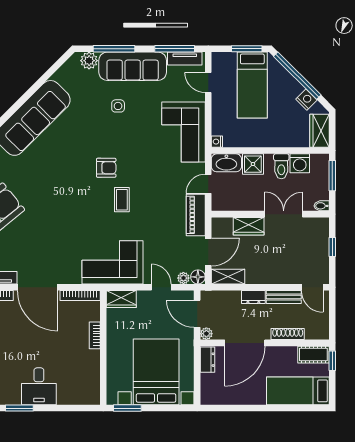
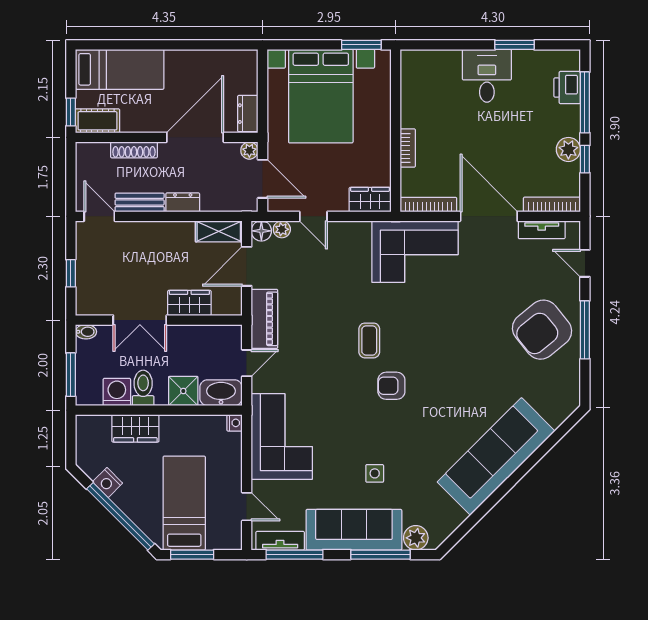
wardrobe: (319, 131) -> (135, 428), moved, turned 90
corner sofa: (112, 262) -> (415, 252), moved

